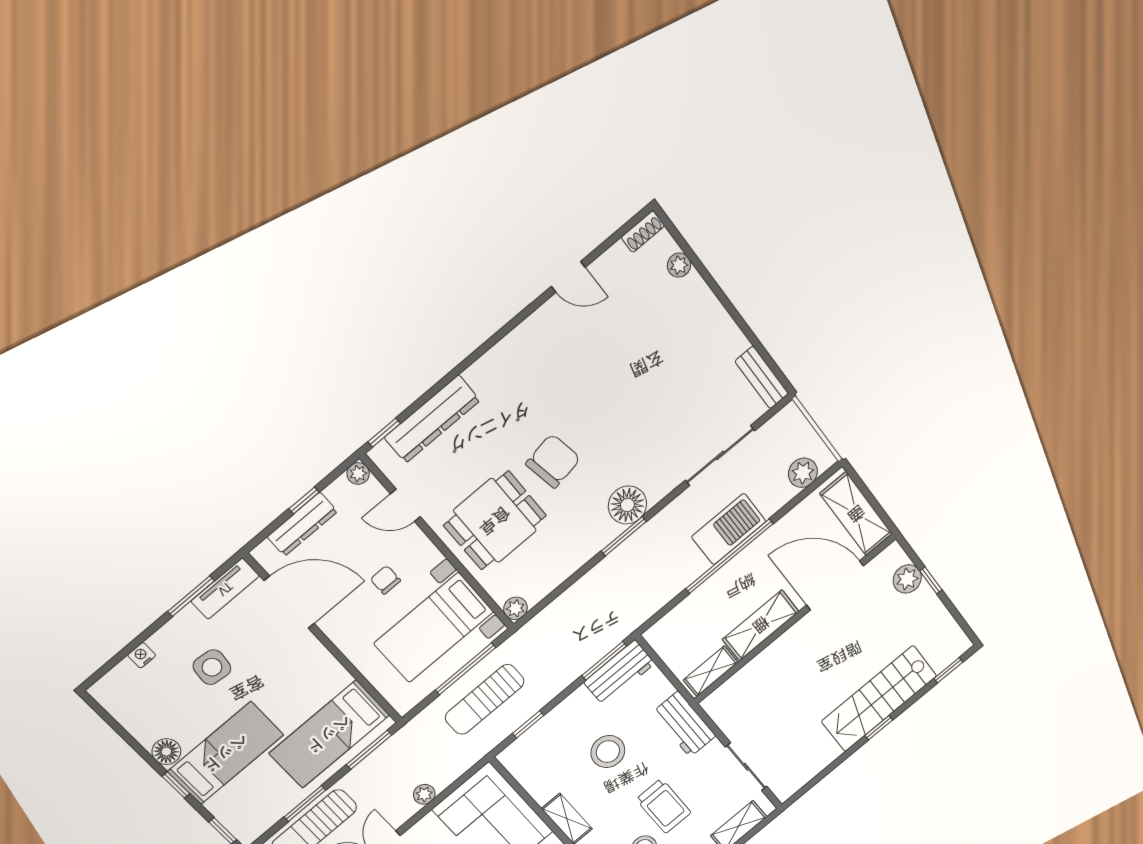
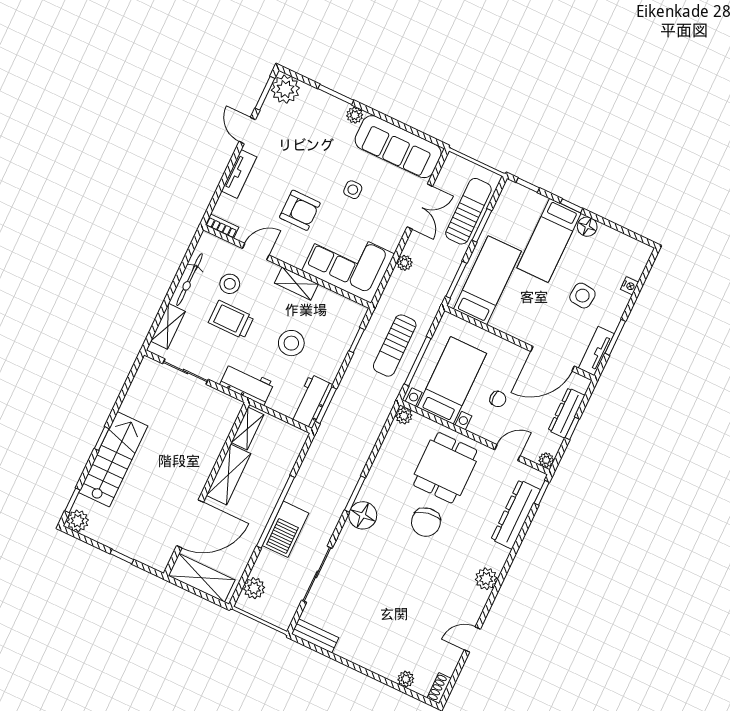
plant: (511, 351) -> (486, 579), added
plant: (907, 579) -> (78, 521), moved
sun lounger: (485, 699) -> (395, 346), turned 180

